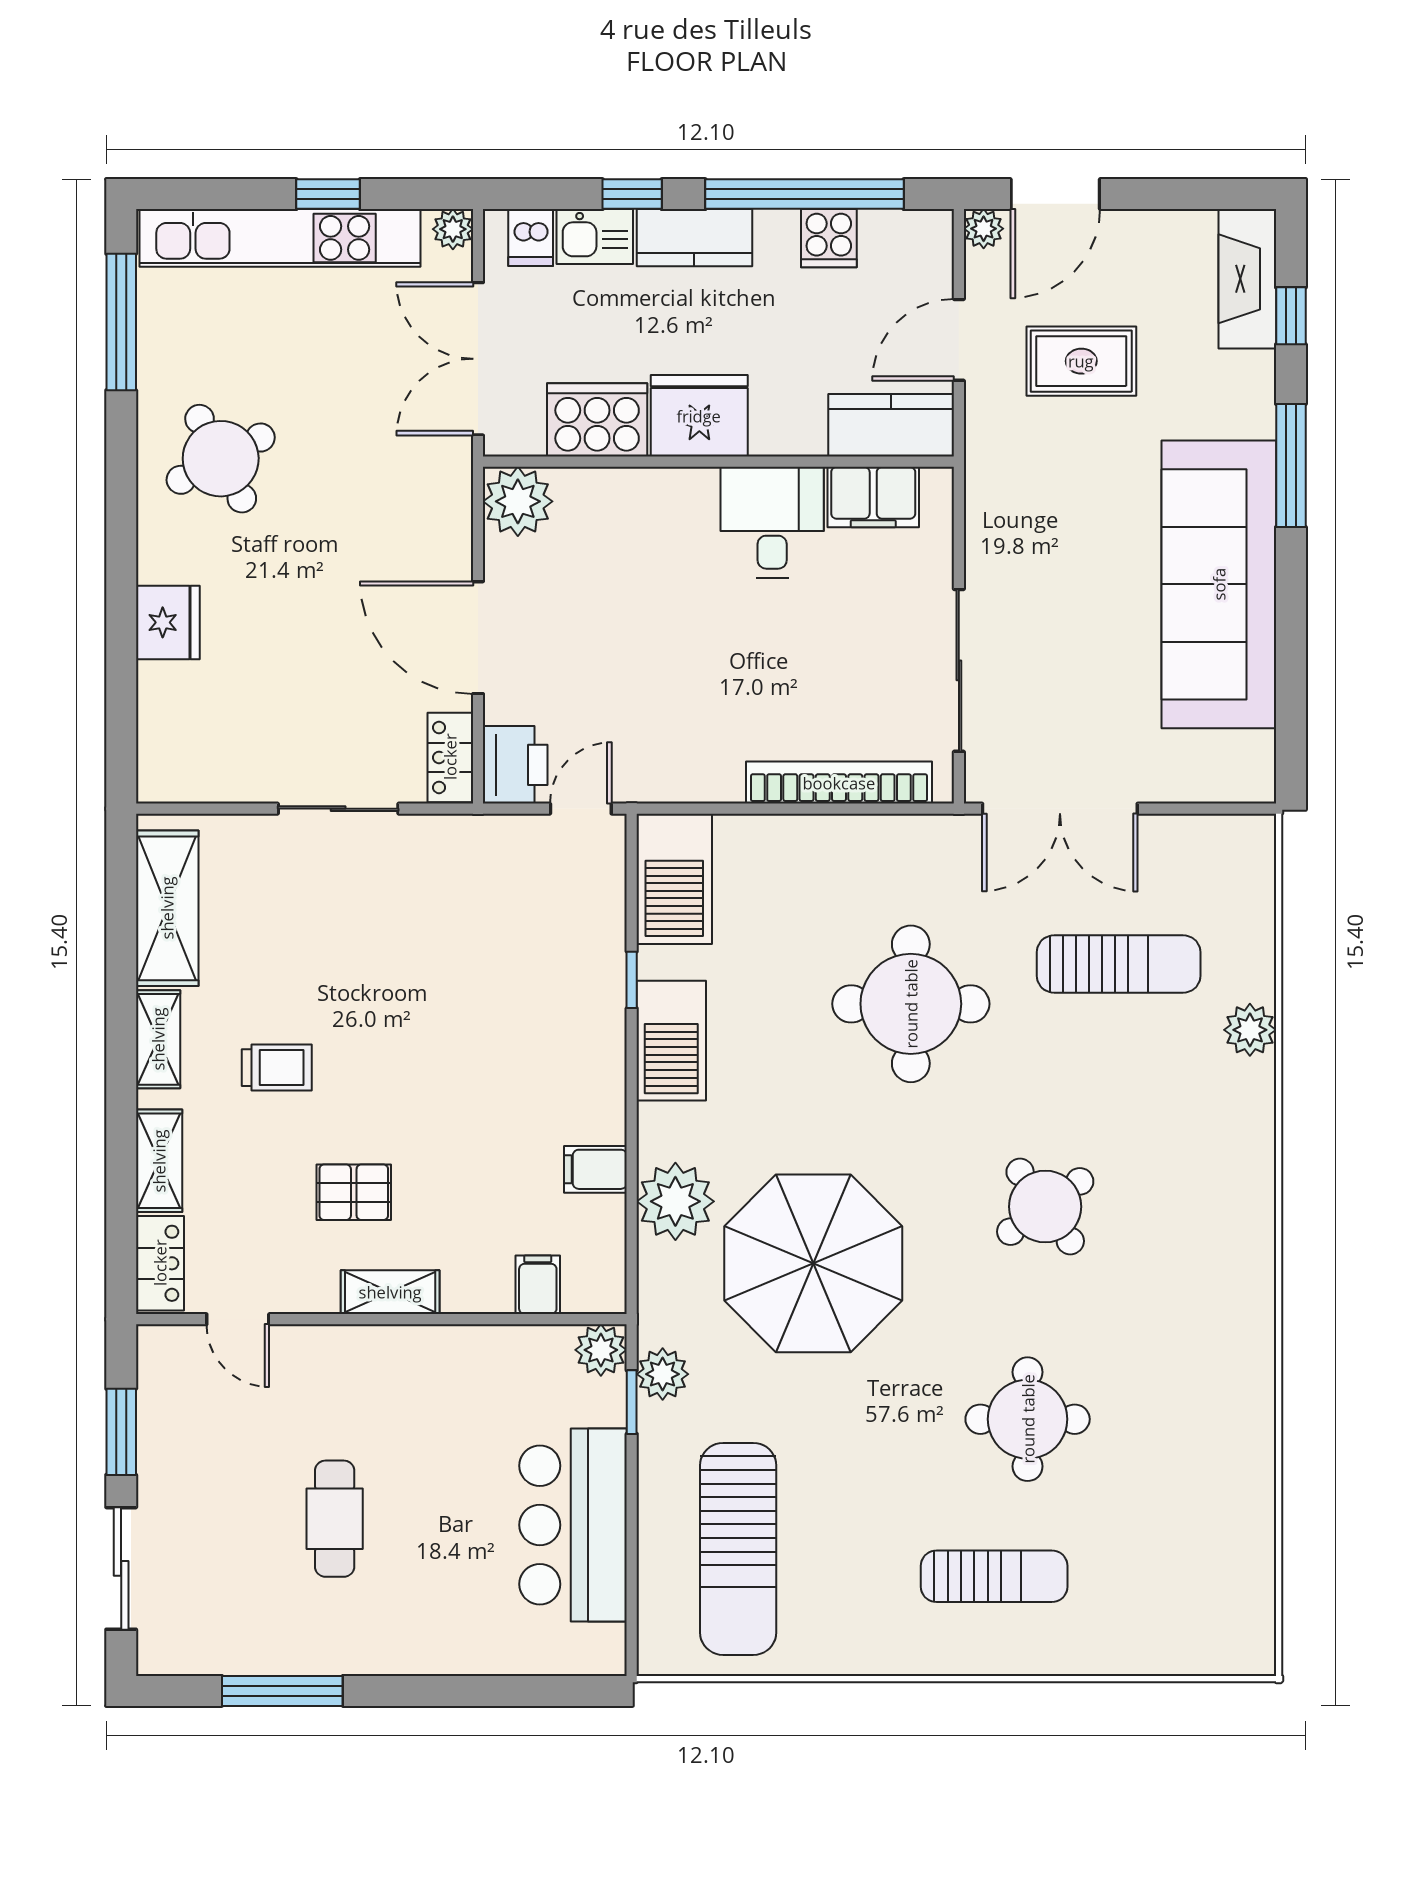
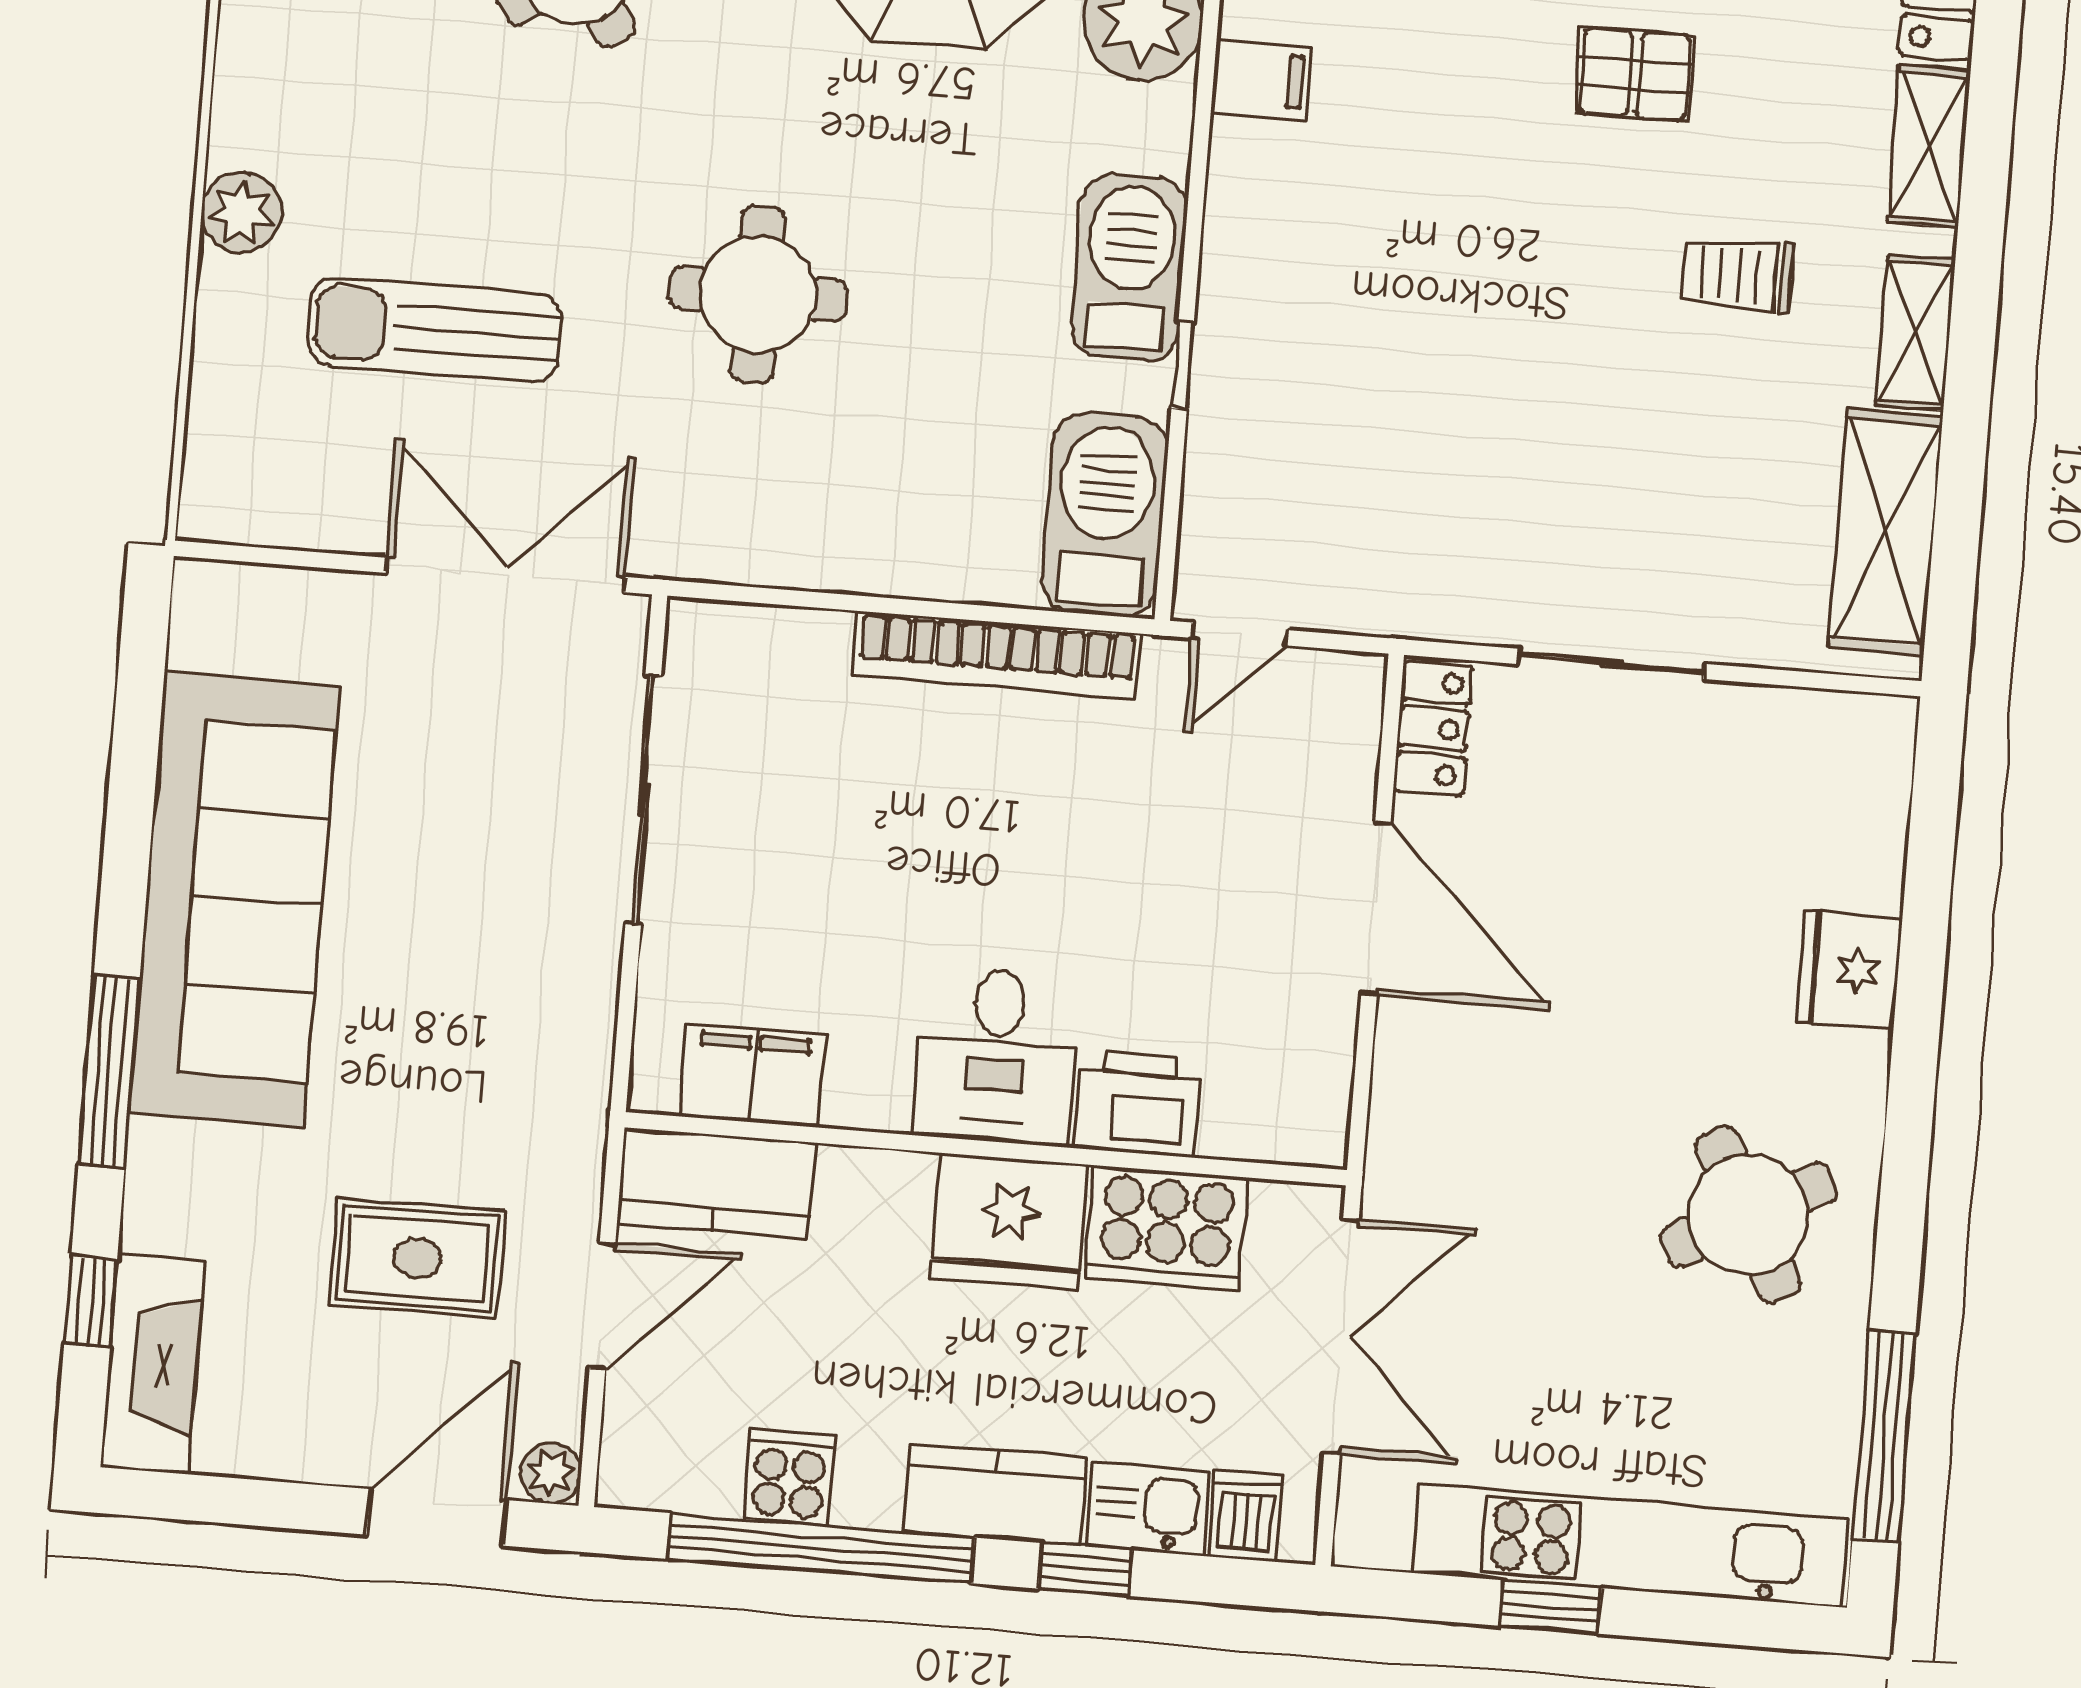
plant: (453, 229) -> (1364, 1538), removed
plant: (518, 501) -> (1298, 1113), removed
desk: (772, 522) -> (996, 1056), moved
printer: (515, 765) -> (1138, 1104), moved, turned 90
bookcase: (839, 783) -> (997, 655), moved
round table: (911, 1004) -> (758, 294), width x0.73, depth x0.73

